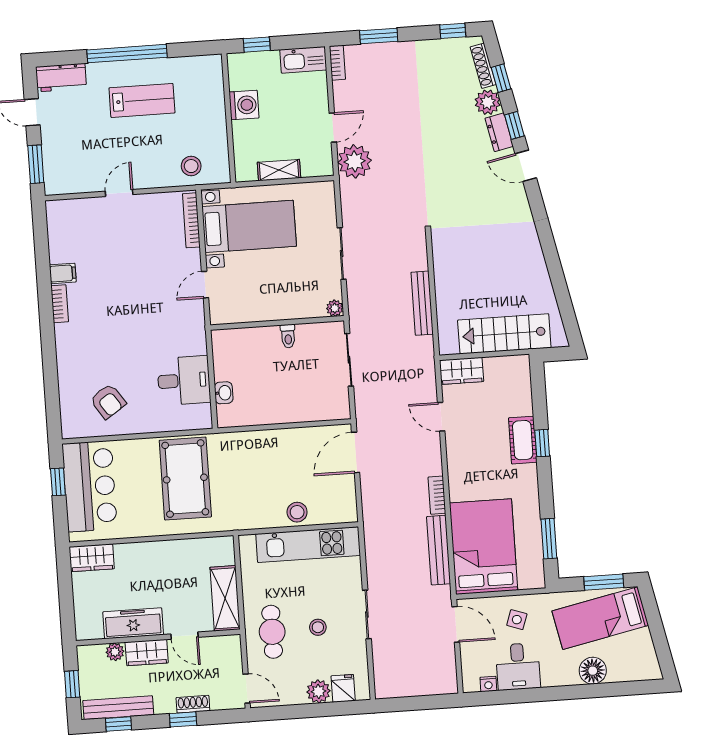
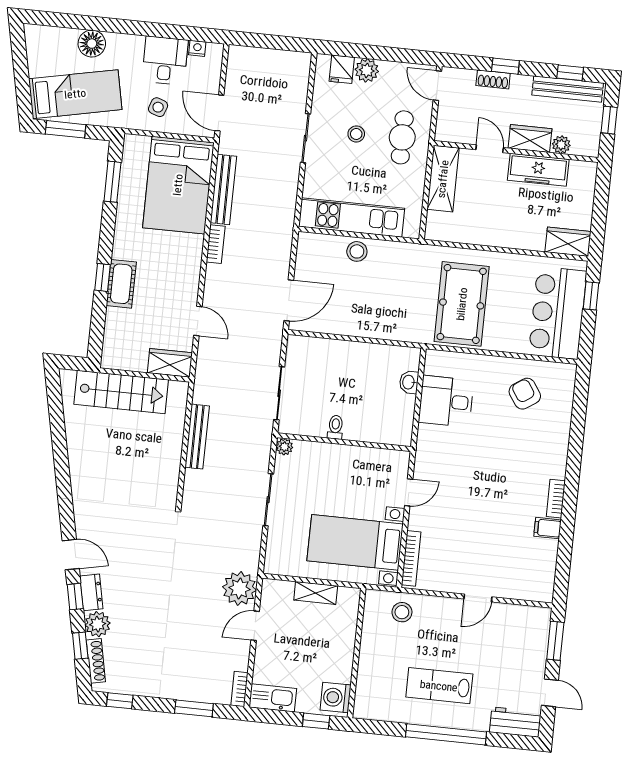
washing machine: (244, 105) -> (336, 697), moved
window: (58, 482) -> (591, 296), moved

